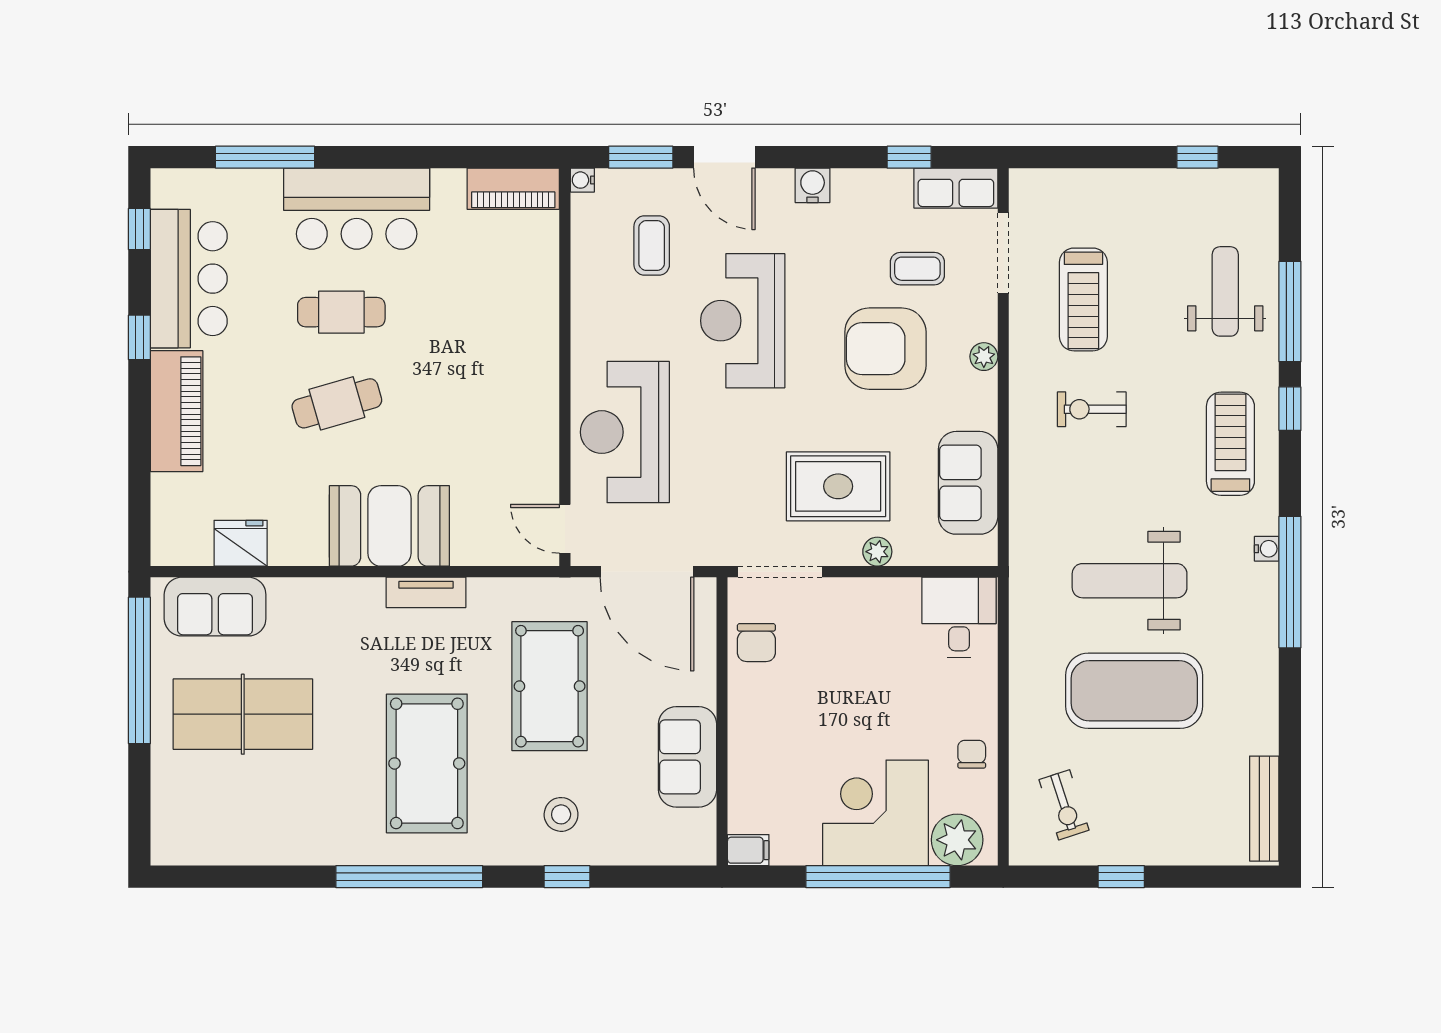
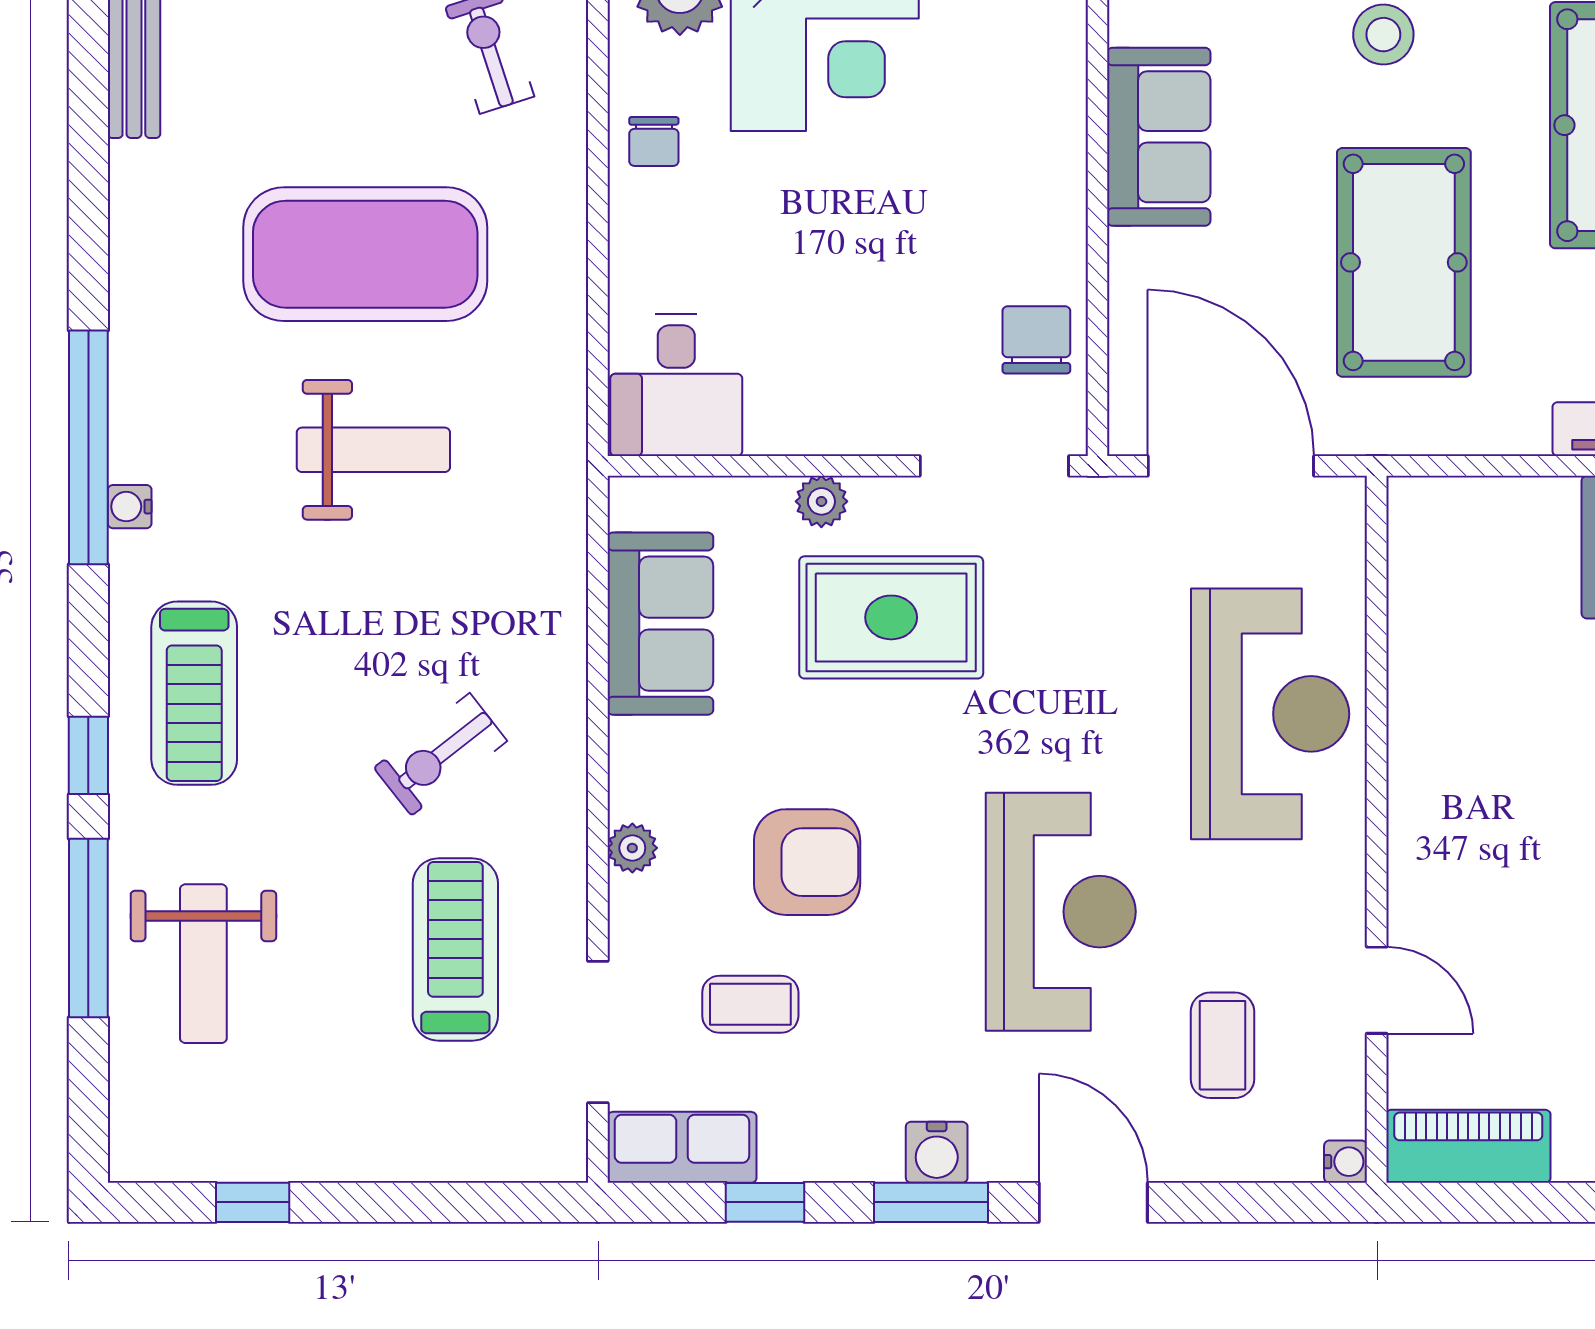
window: (641, 157) -> (931, 1202), moved
armchair: (885, 349) -> (807, 862), width x0.73, depth x0.73
exercise bike: (1092, 409) -> (441, 754), turned 142
door: (565, 529) -> (1377, 990), moved
weight bench: (1130, 581) -> (373, 450), width x0.73, depth x0.75

